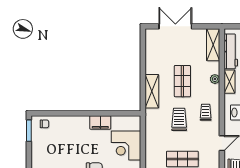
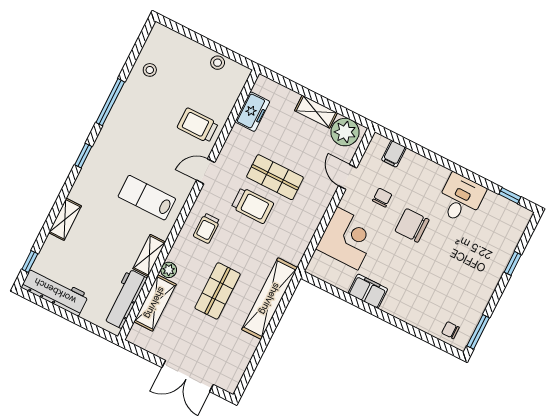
shelving: (213, 45) -> (155, 303), moved
shelving: (152, 91) -> (270, 299), width x1.47
trolley: (179, 119) -> (252, 205), moved, turned -90

